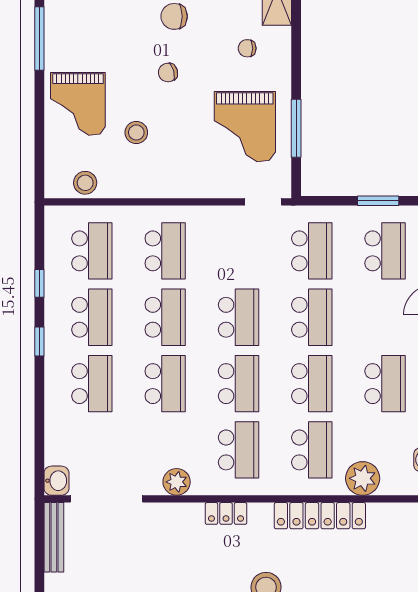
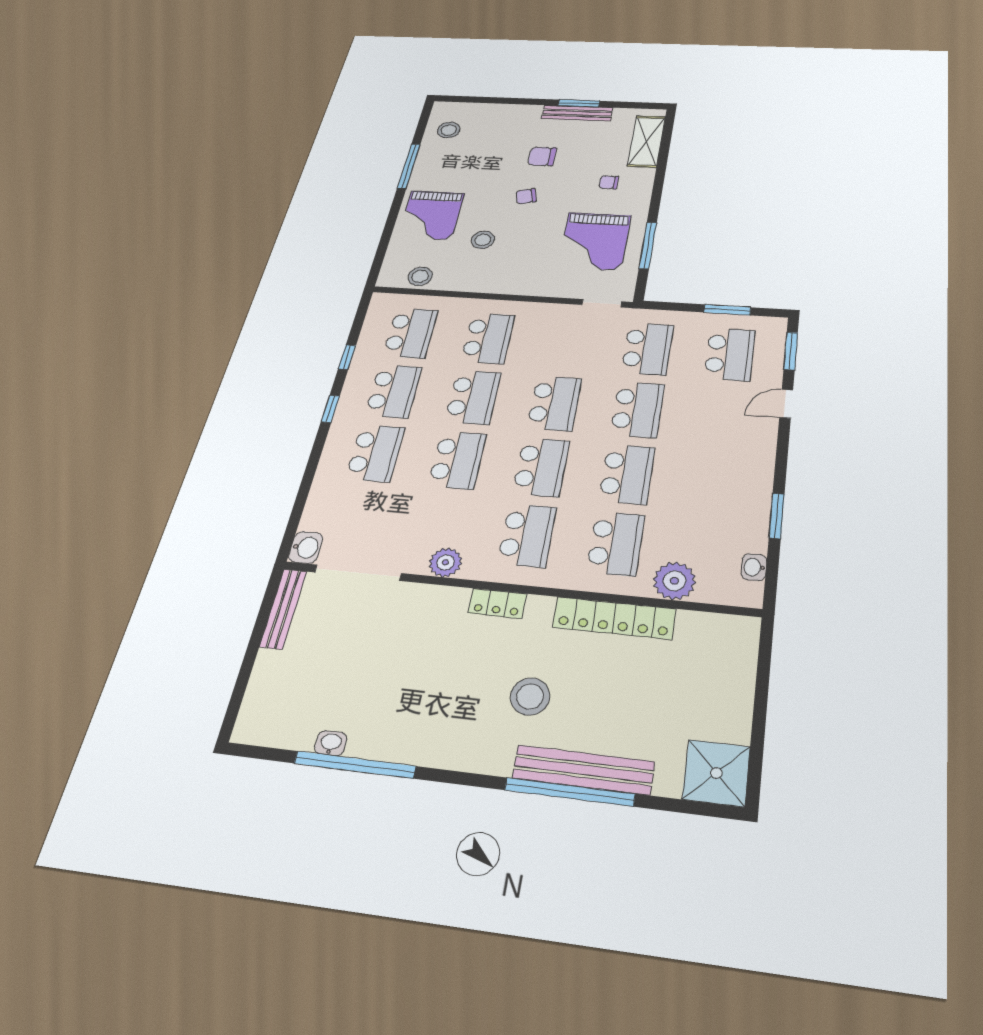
school desk: (385, 384) -> (715, 481), removed

